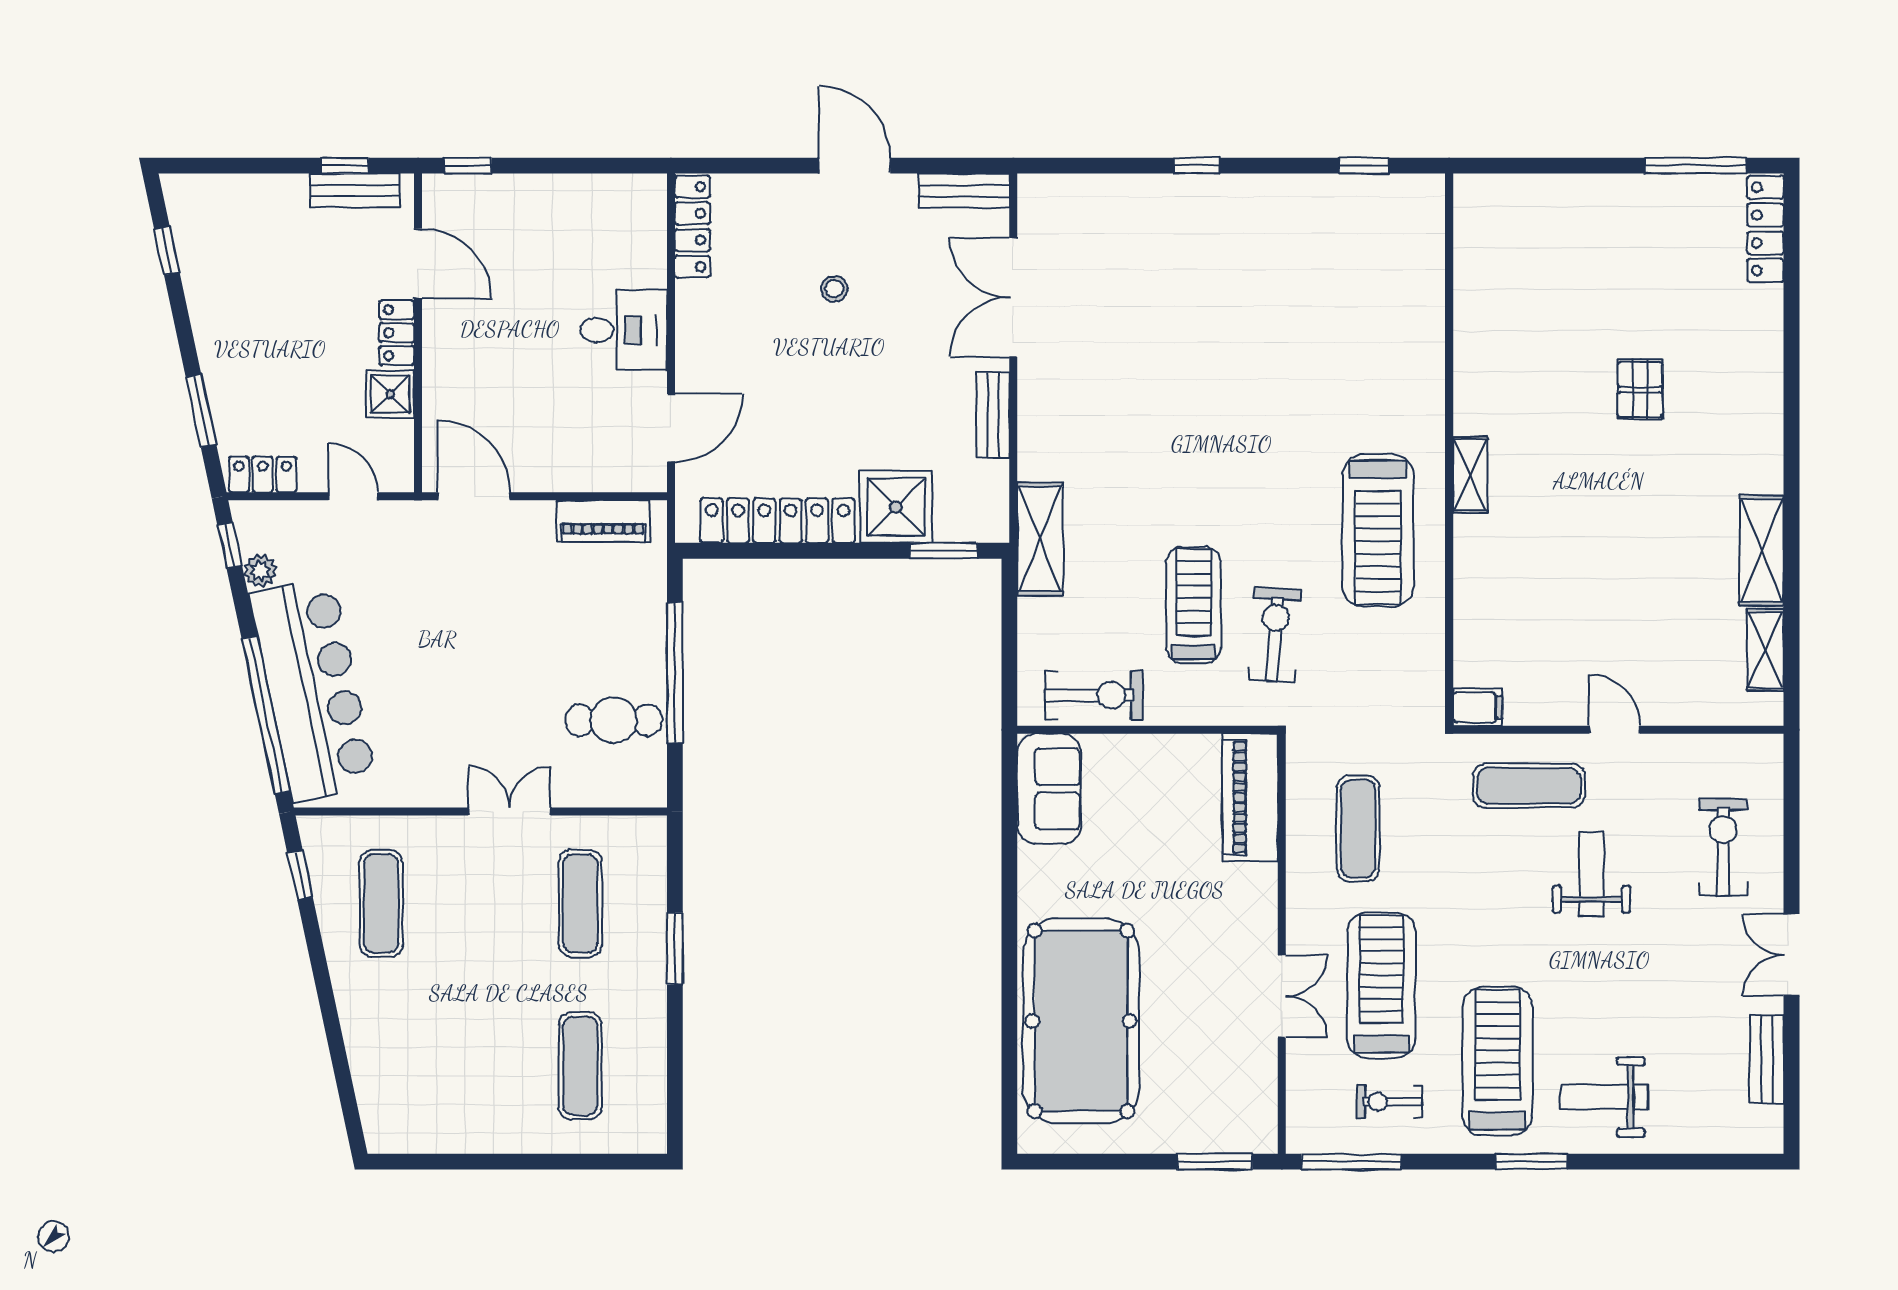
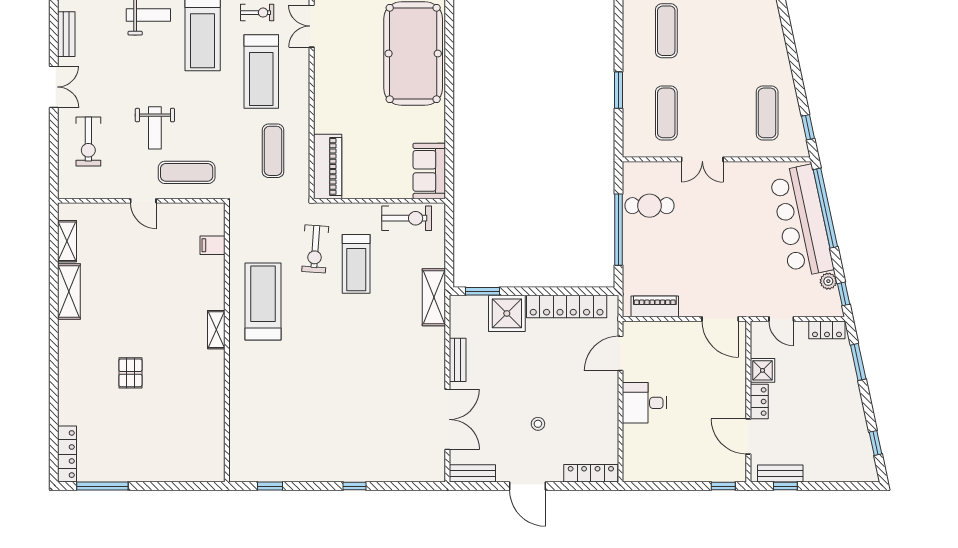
locker: (692, 227) -> (591, 473), moved, turned 90
exercise bike: (1094, 695) -> (407, 218), turned 180
filing cabinet: (1478, 707) -> (213, 245), moved
double door: (1282, 996) -> (312, 26), moved

